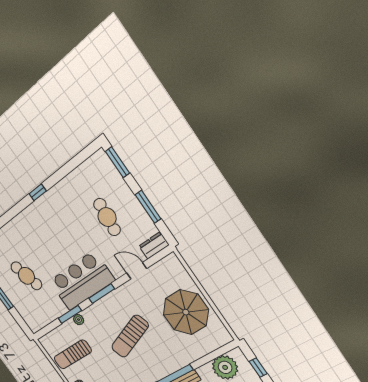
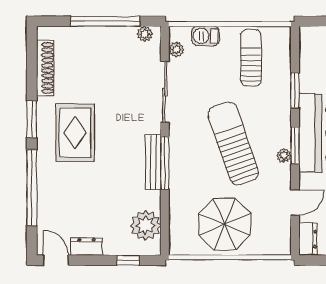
plant: (79, 320) -> (284, 155), moved
sun lounger: (130, 336) -> (233, 143), width x1.36, depth x1.34

